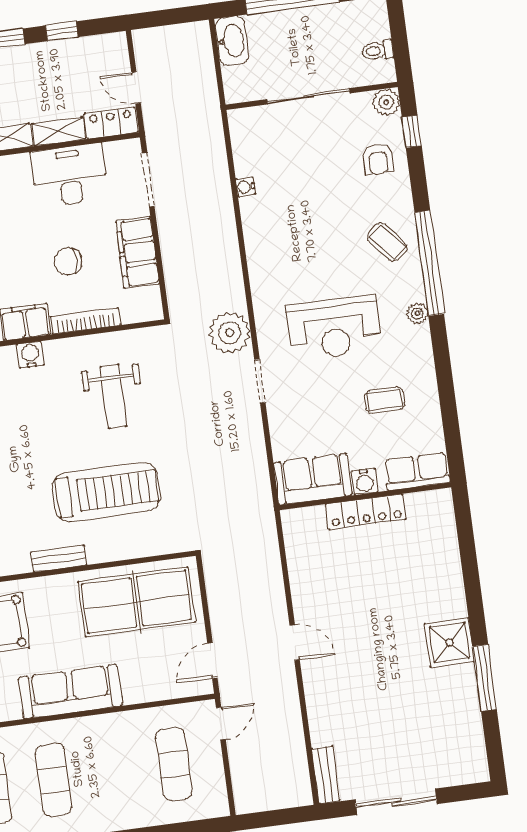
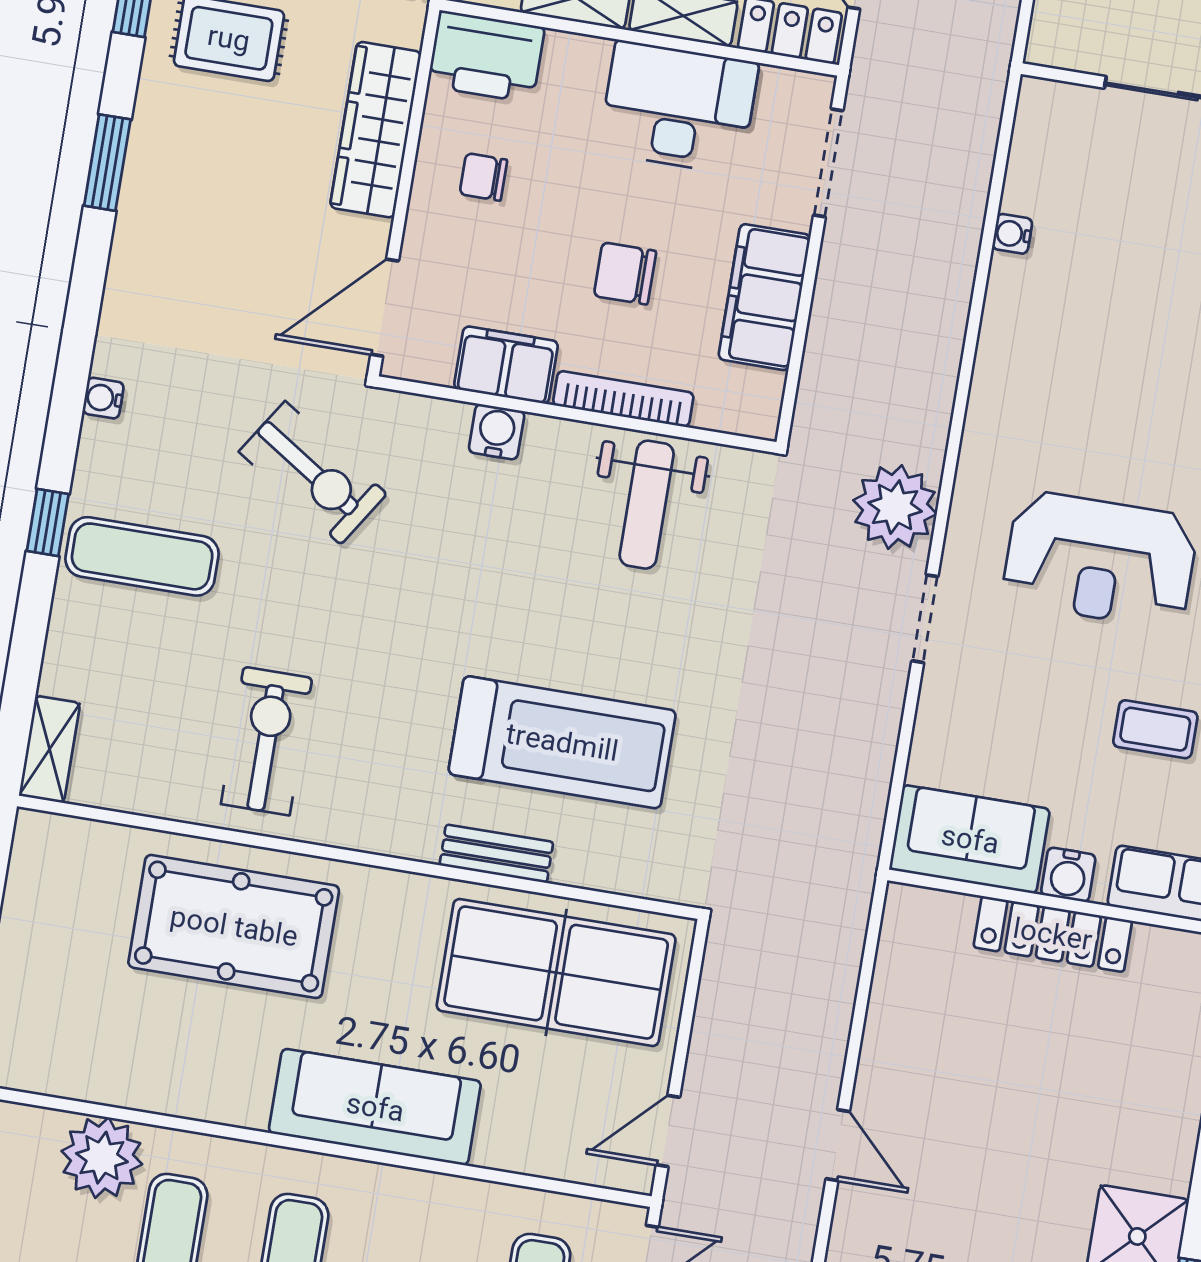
weight bench: (113, 396) -> (647, 505), moved
bench: (59, 559) -> (496, 854), moved

